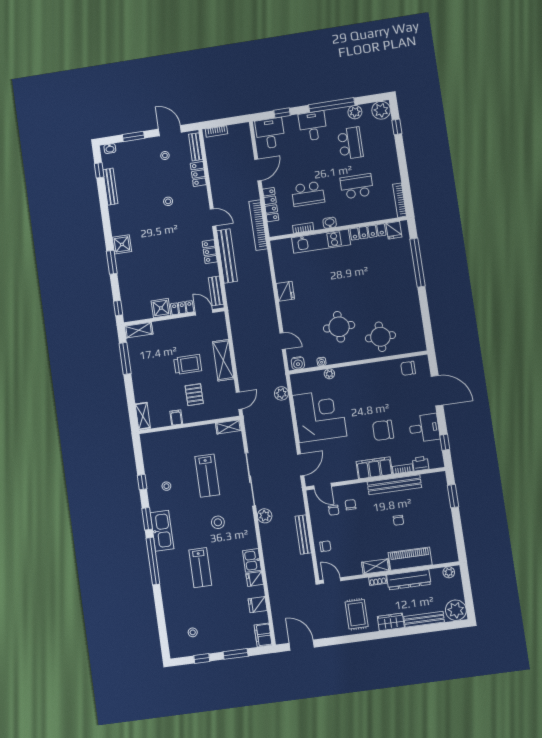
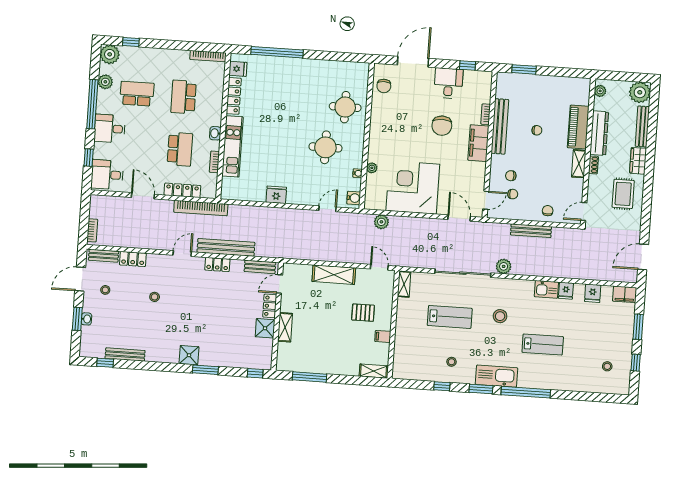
washbasin: (110, 149) -> (86, 319), moved
shelving: (139, 330) -> (285, 327), moved
trolley: (188, 364) -> (330, 313), removed
printer: (421, 464) -> (484, 95), removed
rug: (357, 614) -> (623, 194), turned 90

